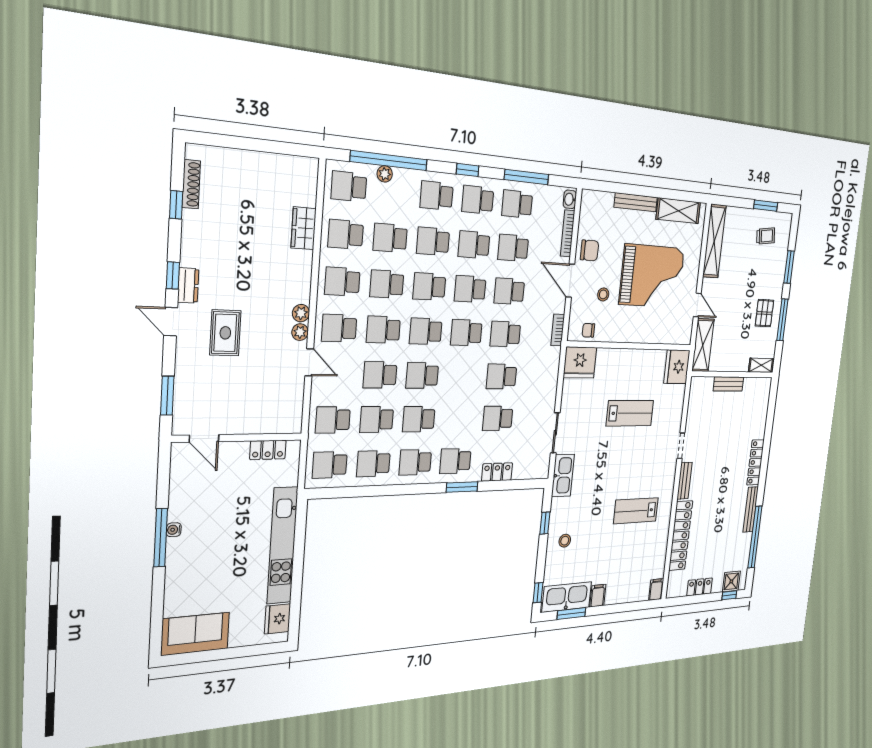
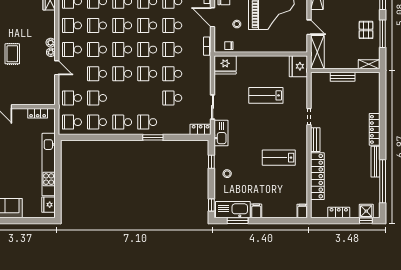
lab bench: (630, 413) -> (266, 95), turned 180
school desk: (419, 419) -> (147, 74), moved
locker: (497, 472) -> (201, 129), moved

